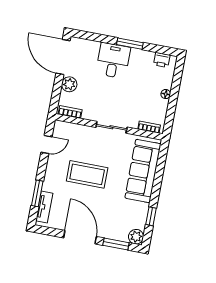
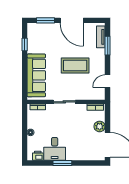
desk: (113, 61) -> (55, 149), moved
plant: (136, 237) -> (32, 28), removed

